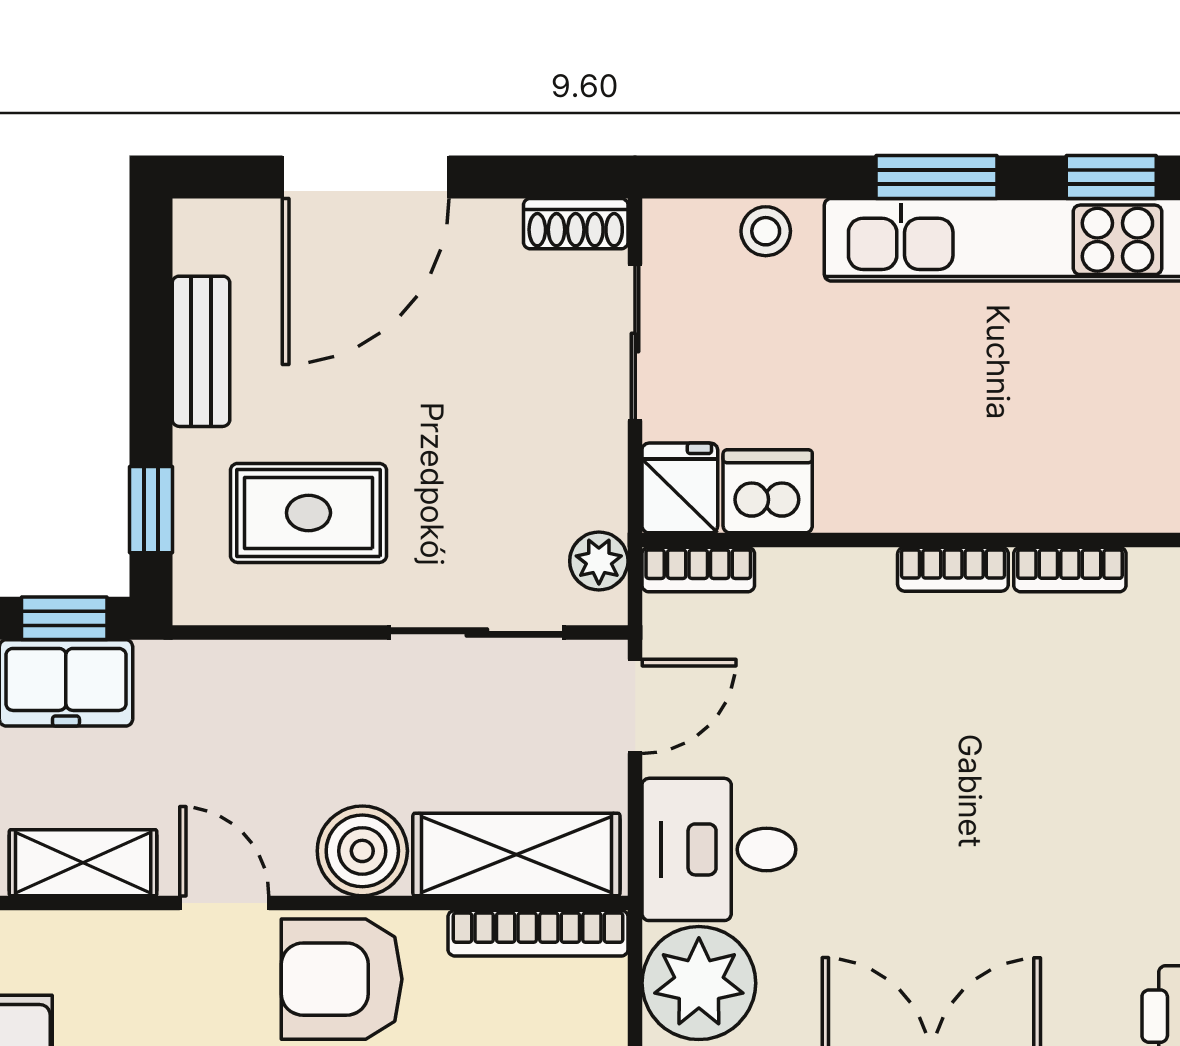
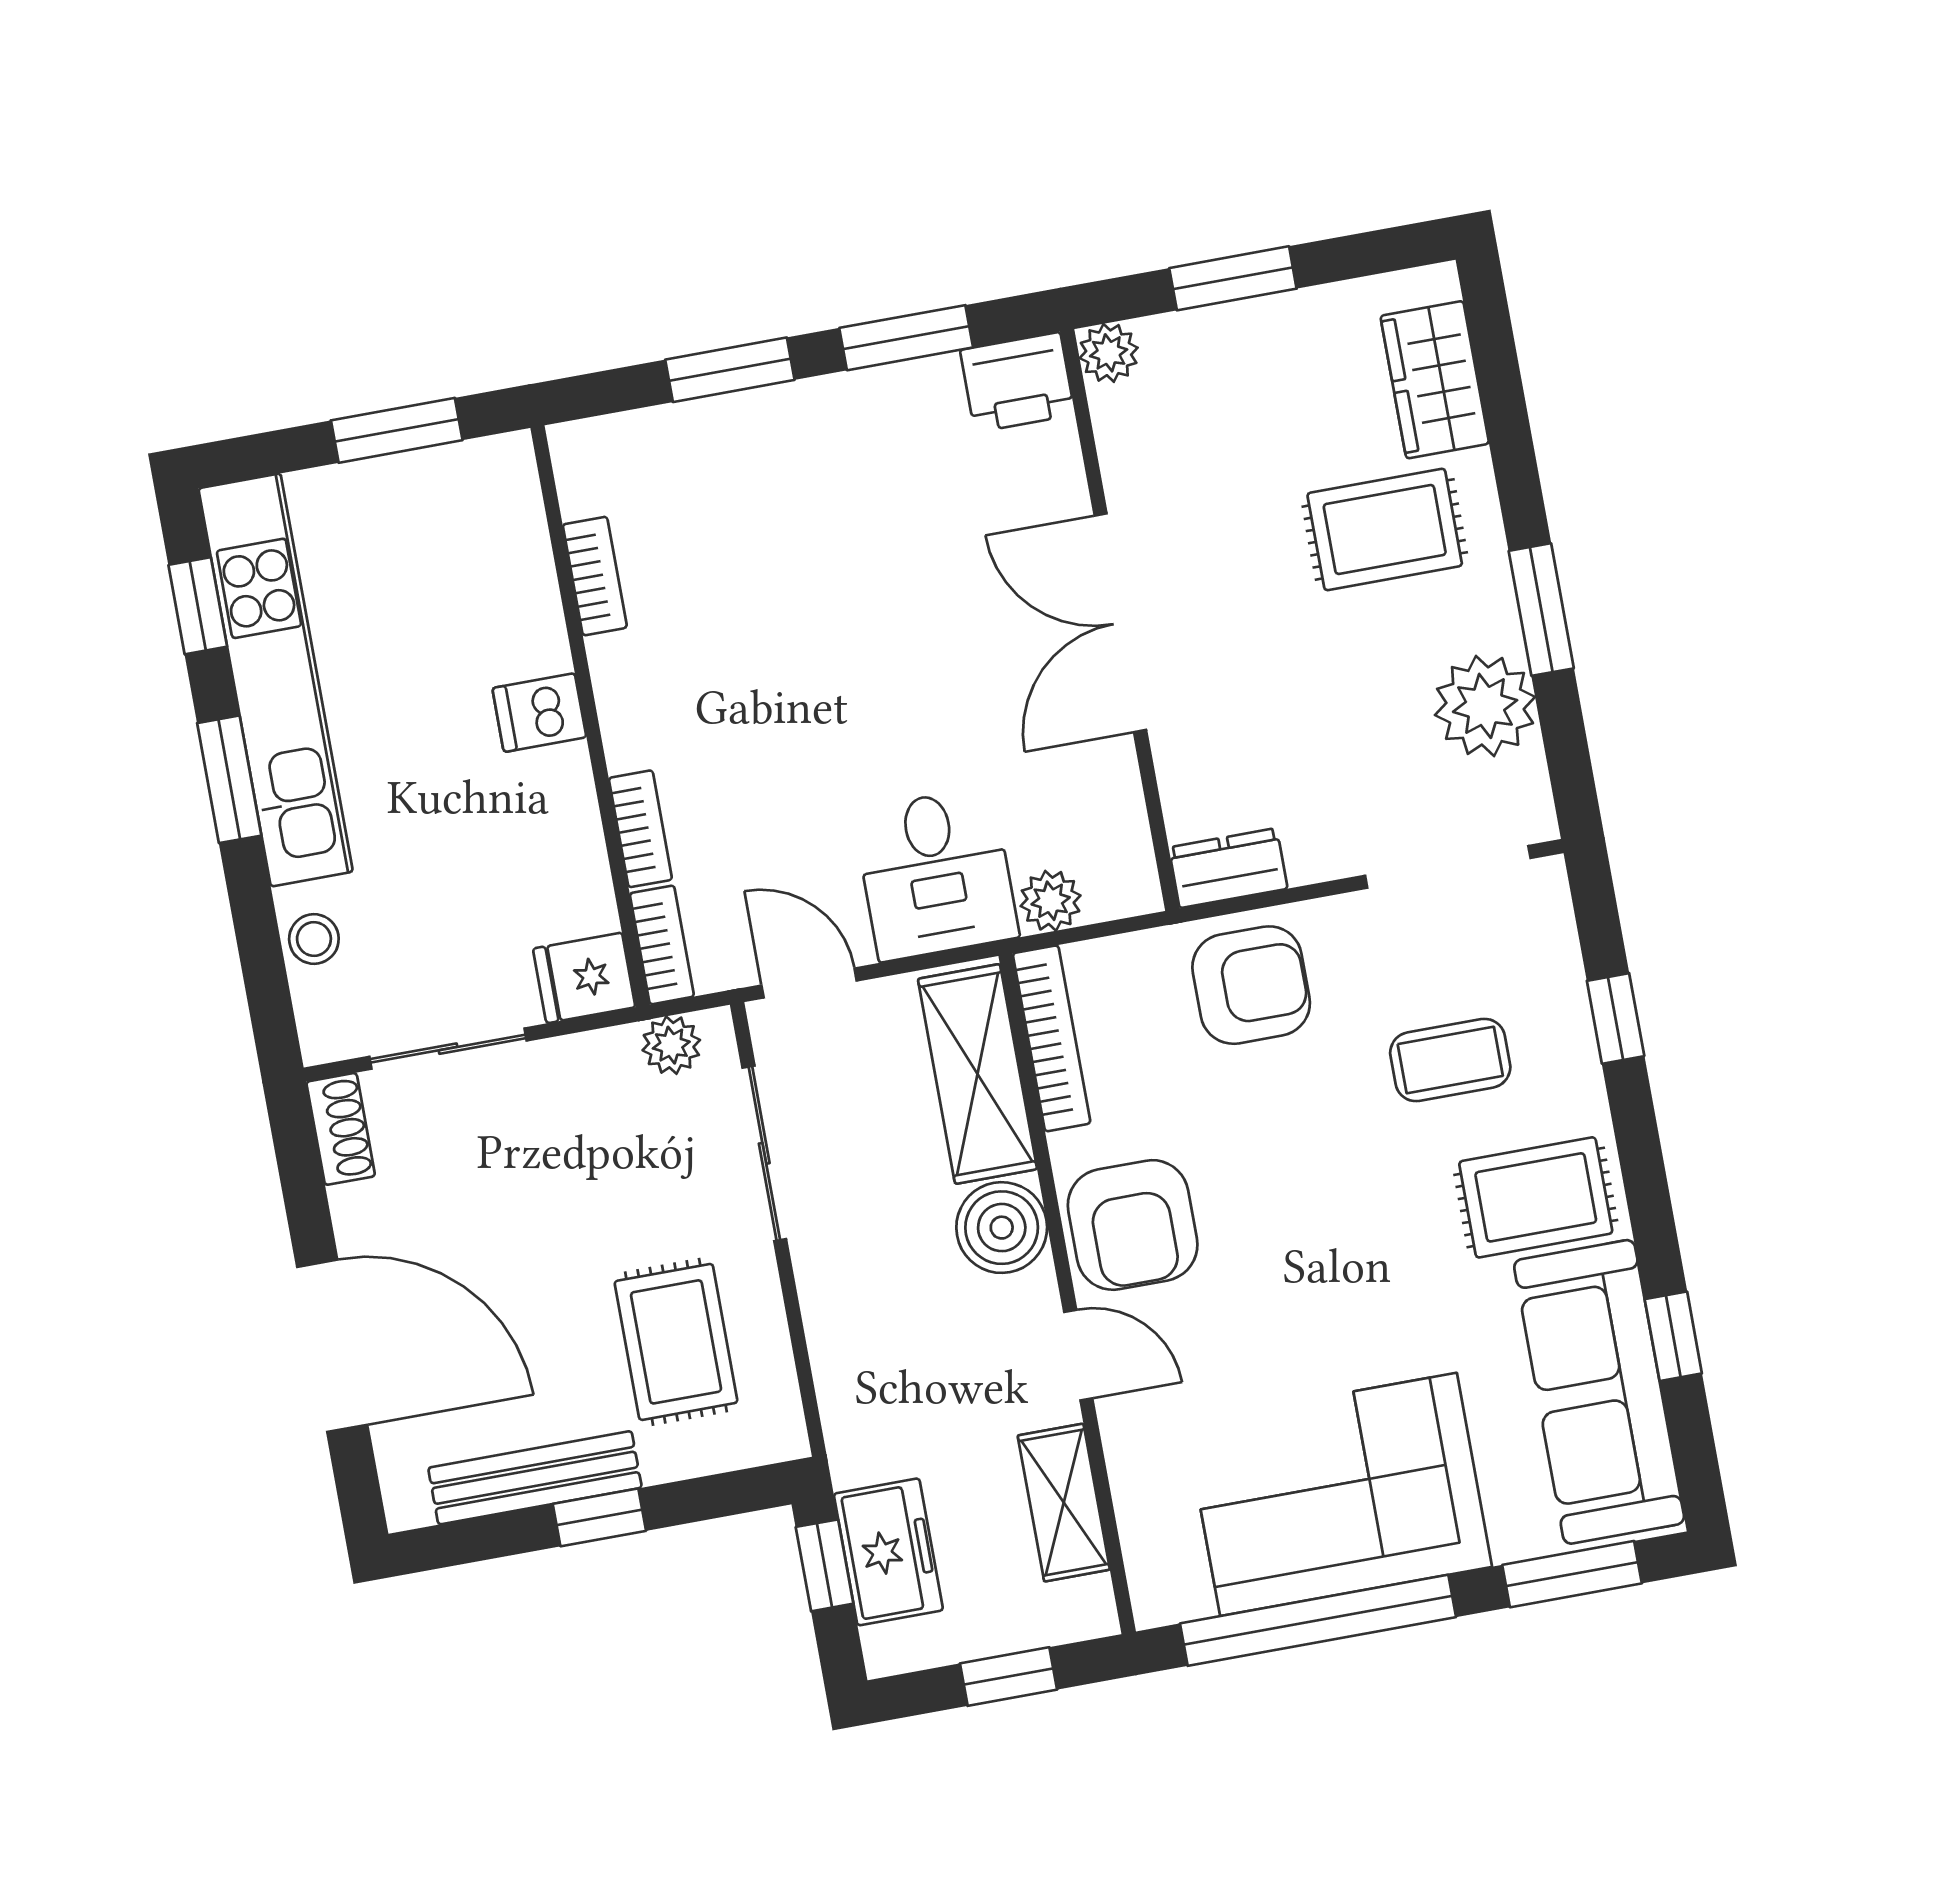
bench: (201, 351) -> (535, 1478), width x1.36
dishwasher: (768, 491) -> (539, 713), moved, width x0.73
window: (151, 510) -> (599, 1517), moved
bookcase: (953, 569) -> (640, 829), moved
door: (224, 903) -> (1078, 1355), swing flipped
plant: (699, 983) -> (1051, 901), width x0.53, depth x0.53

